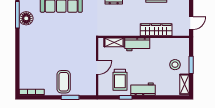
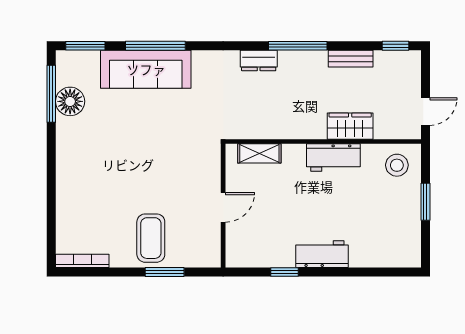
wardrobe: (156, 30) -> (350, 126), width x0.67
workbench: (137, 44) -> (333, 157), moved
stool: (175, 65) -> (397, 165), moved
trolley: (120, 80) -> (272, 234), removed
shelving: (184, 84) -> (411, 244), removed

